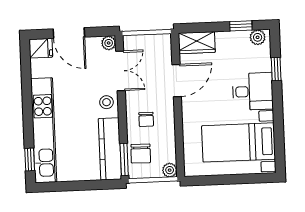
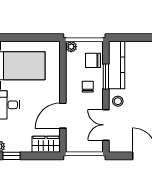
plant: (109, 43) -> (114, 147), removed
chair: (141, 154) -> (93, 60), turned -91
window: (124, 159) -> (106, 76), moved

